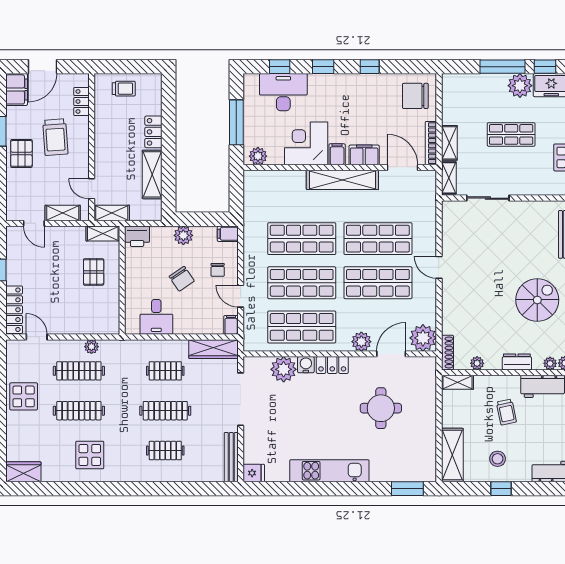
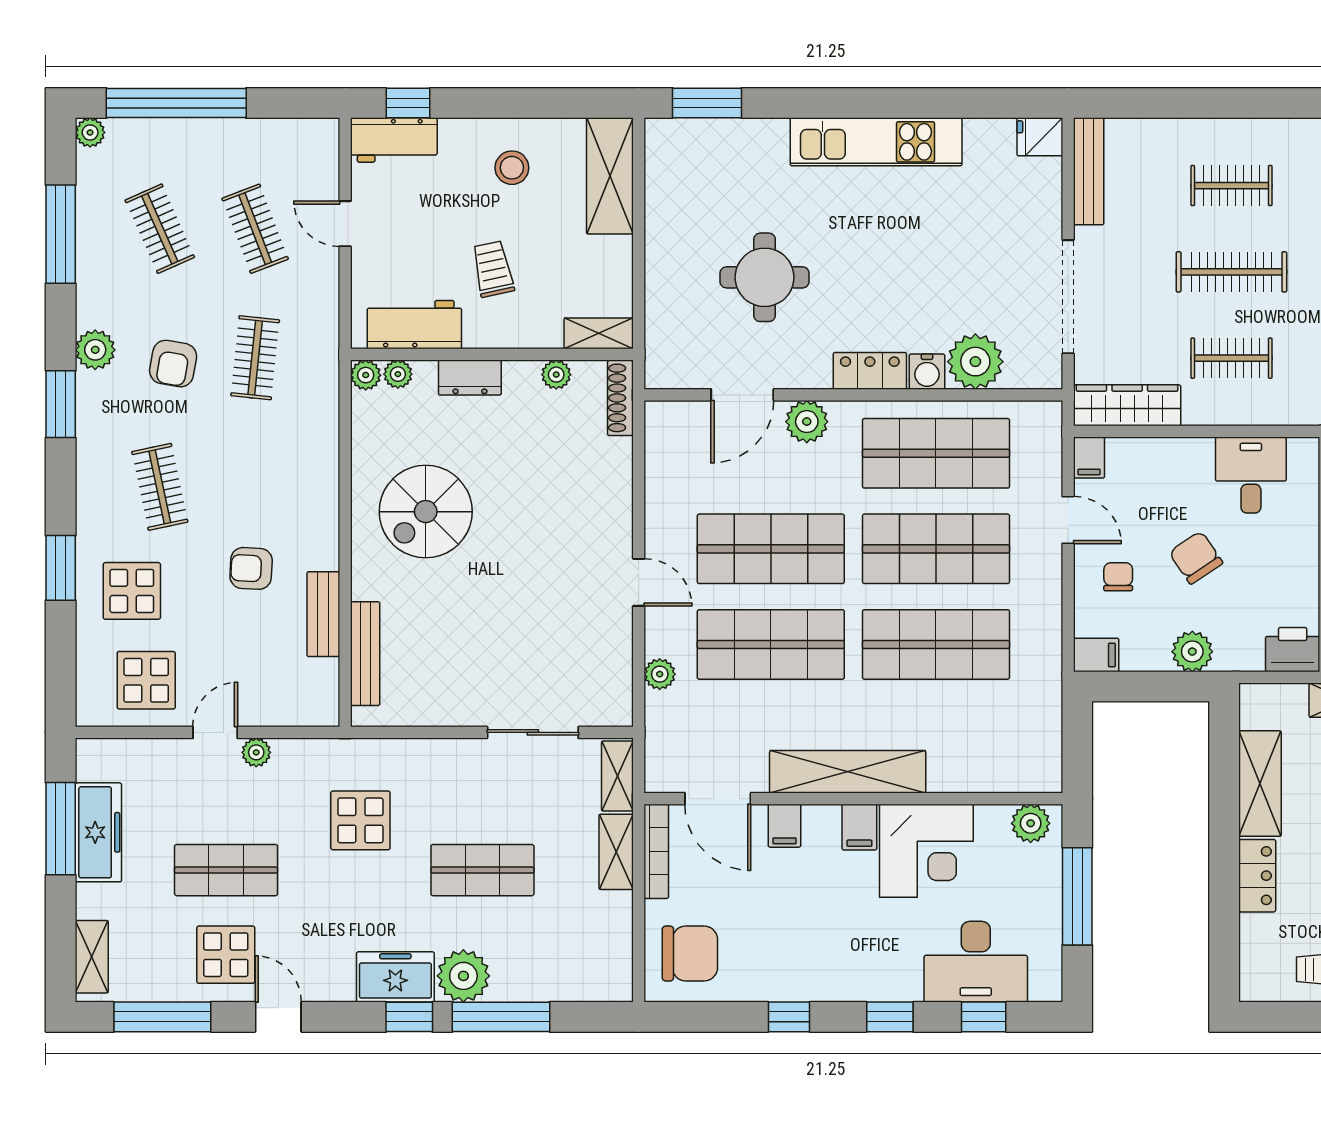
filing cabinet: (364, 155) -> (785, 826), width x0.50
plant: (423, 338) -> (660, 674), moved, width x0.53, depth x0.53
window: (501, 489) -> (408, 103), moved

